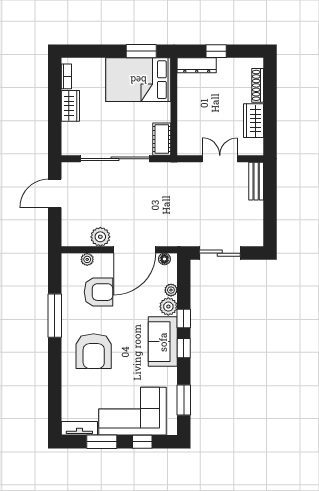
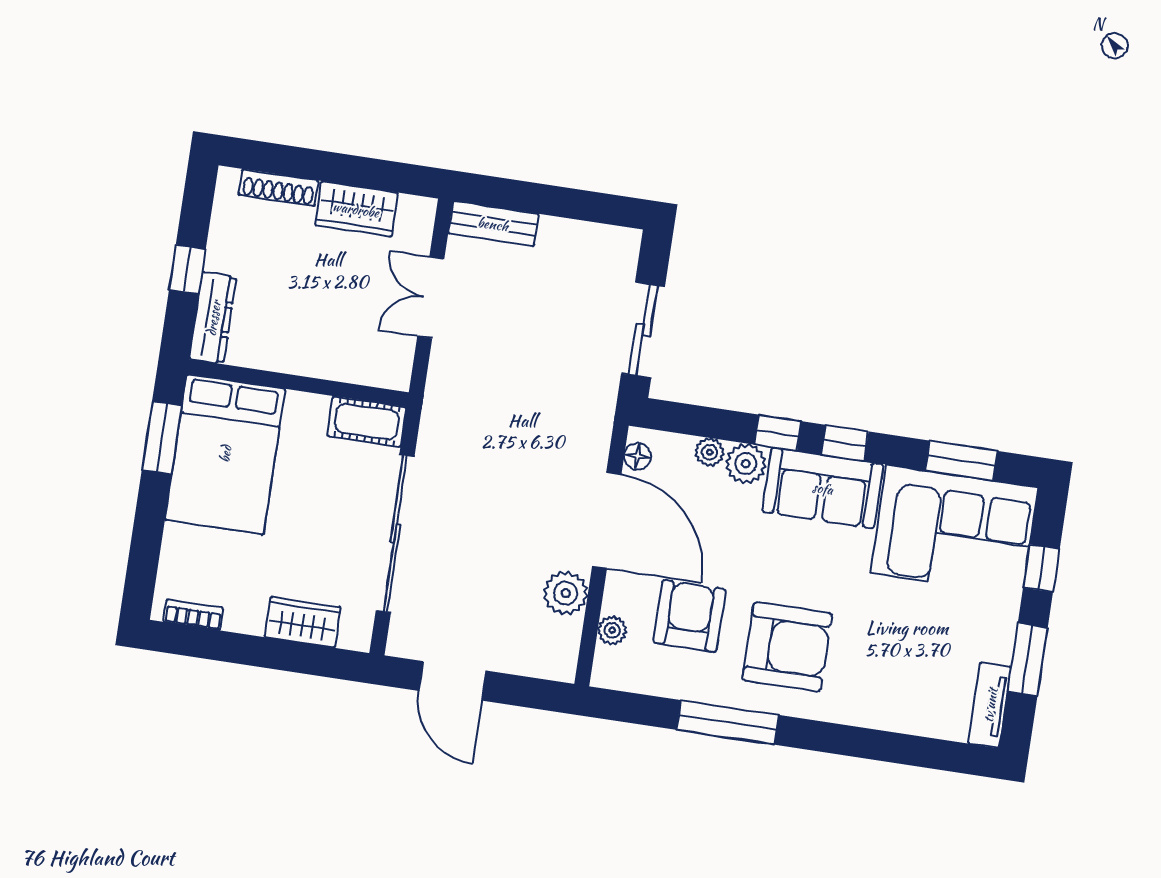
wardrobe: (70, 106) -> (303, 622), moved
armchair: (94, 351) -> (787, 647), moved
corner sofa: (132, 411) -> (954, 530), moved, turned -90

